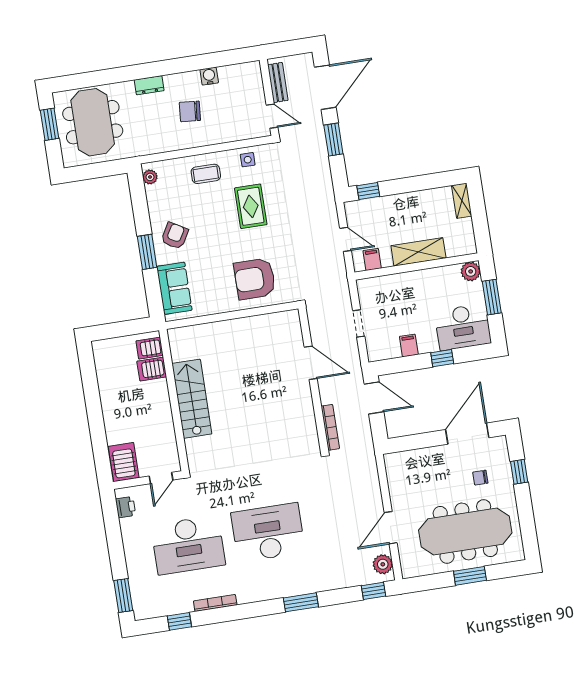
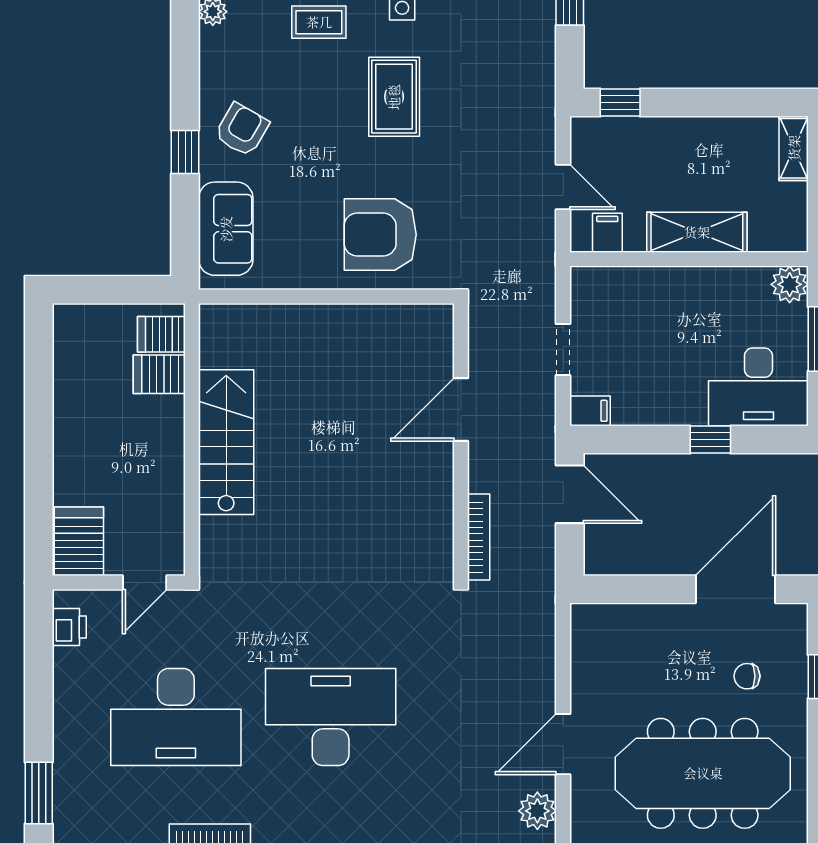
window: (147, 252) -> (185, 152), width x0.67
filing cabinet: (409, 345) -> (590, 411), moved, turned 90
door: (311, 363) -> (461, 409), swing flipped

